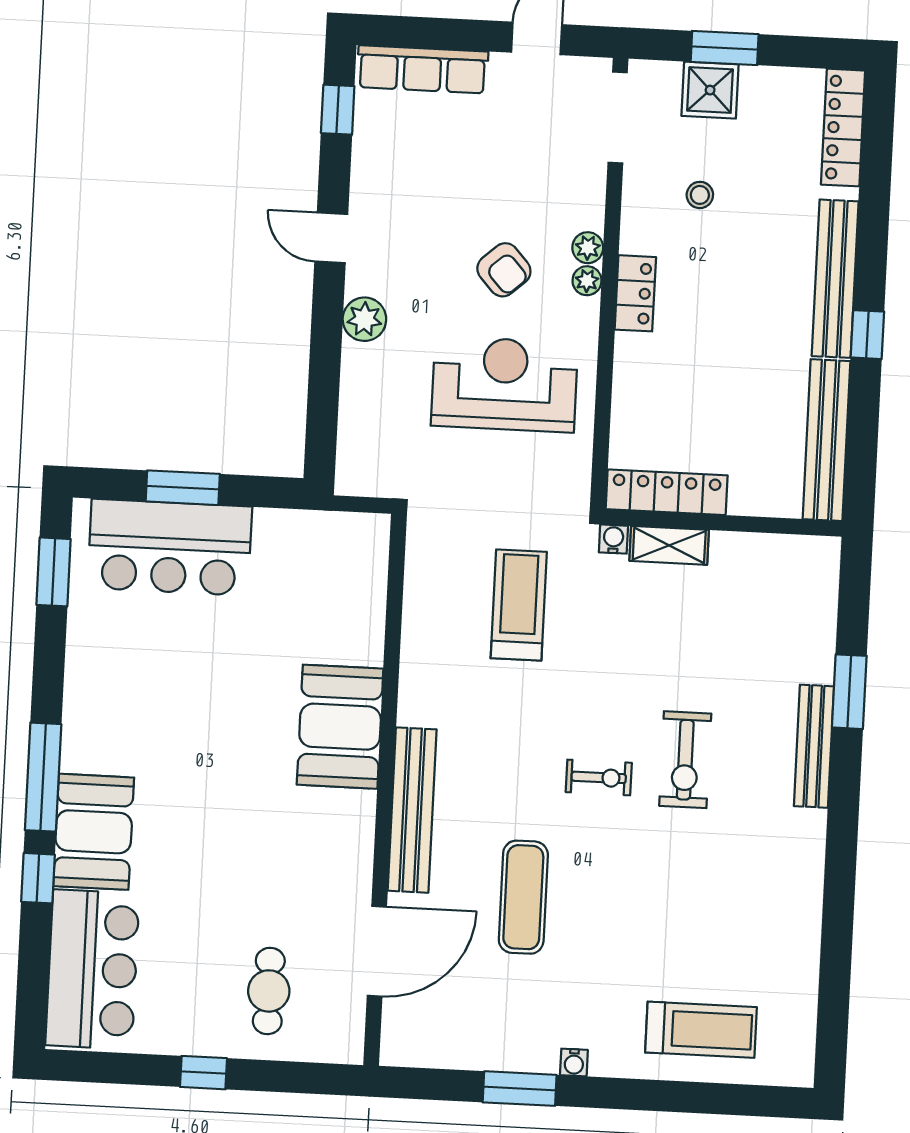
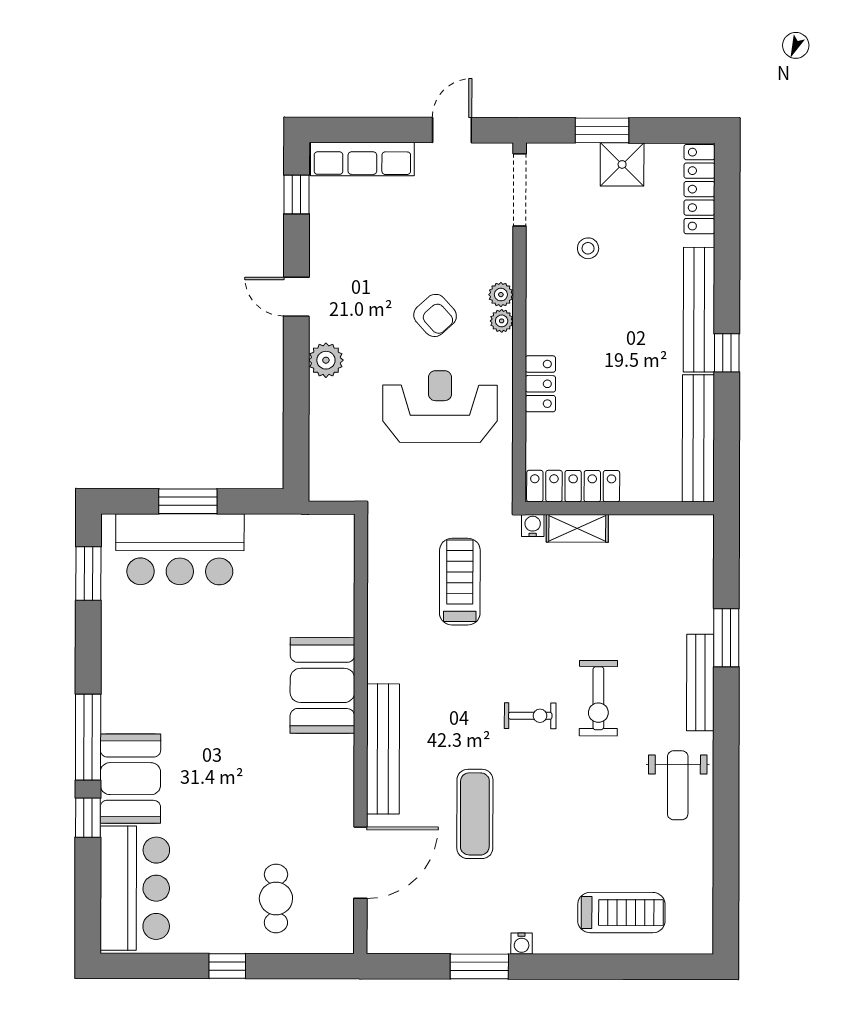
shower: (710, 90) -> (622, 164), moved
locker: (635, 293) -> (540, 384), moved
weight bench: (779, 874) -> (678, 785), added

